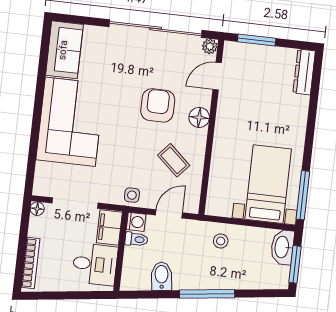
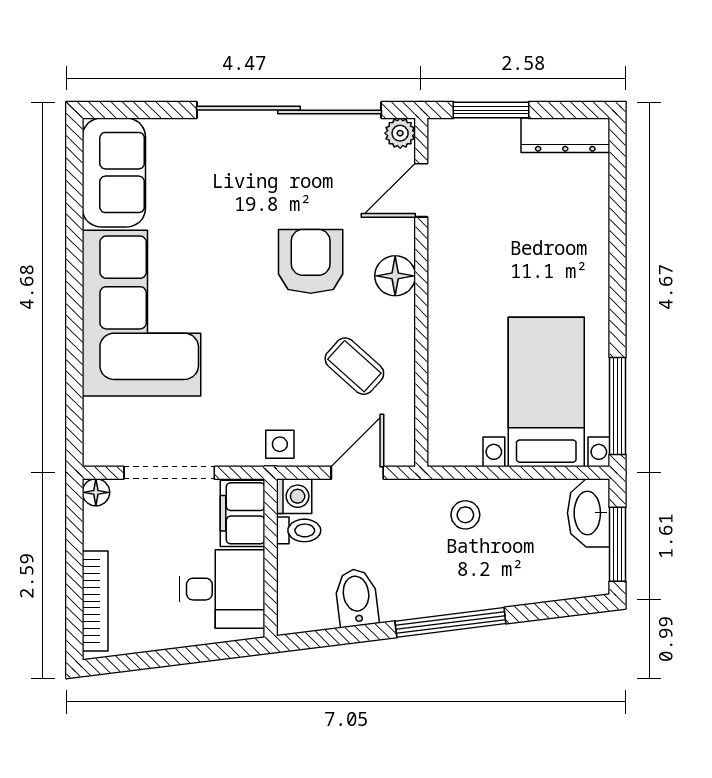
dresser: (304, 72) -> (565, 135), moved, turned -90

